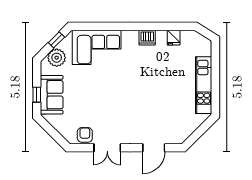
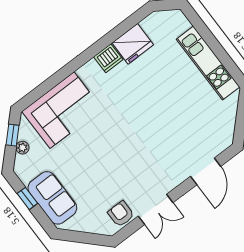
fridge: (174, 38) -> (133, 44), width x1.88, depth x1.34
plant: (57, 58) -> (22, 148), width x0.53, depth x0.53
window: (37, 95) -> (27, 198), moved

